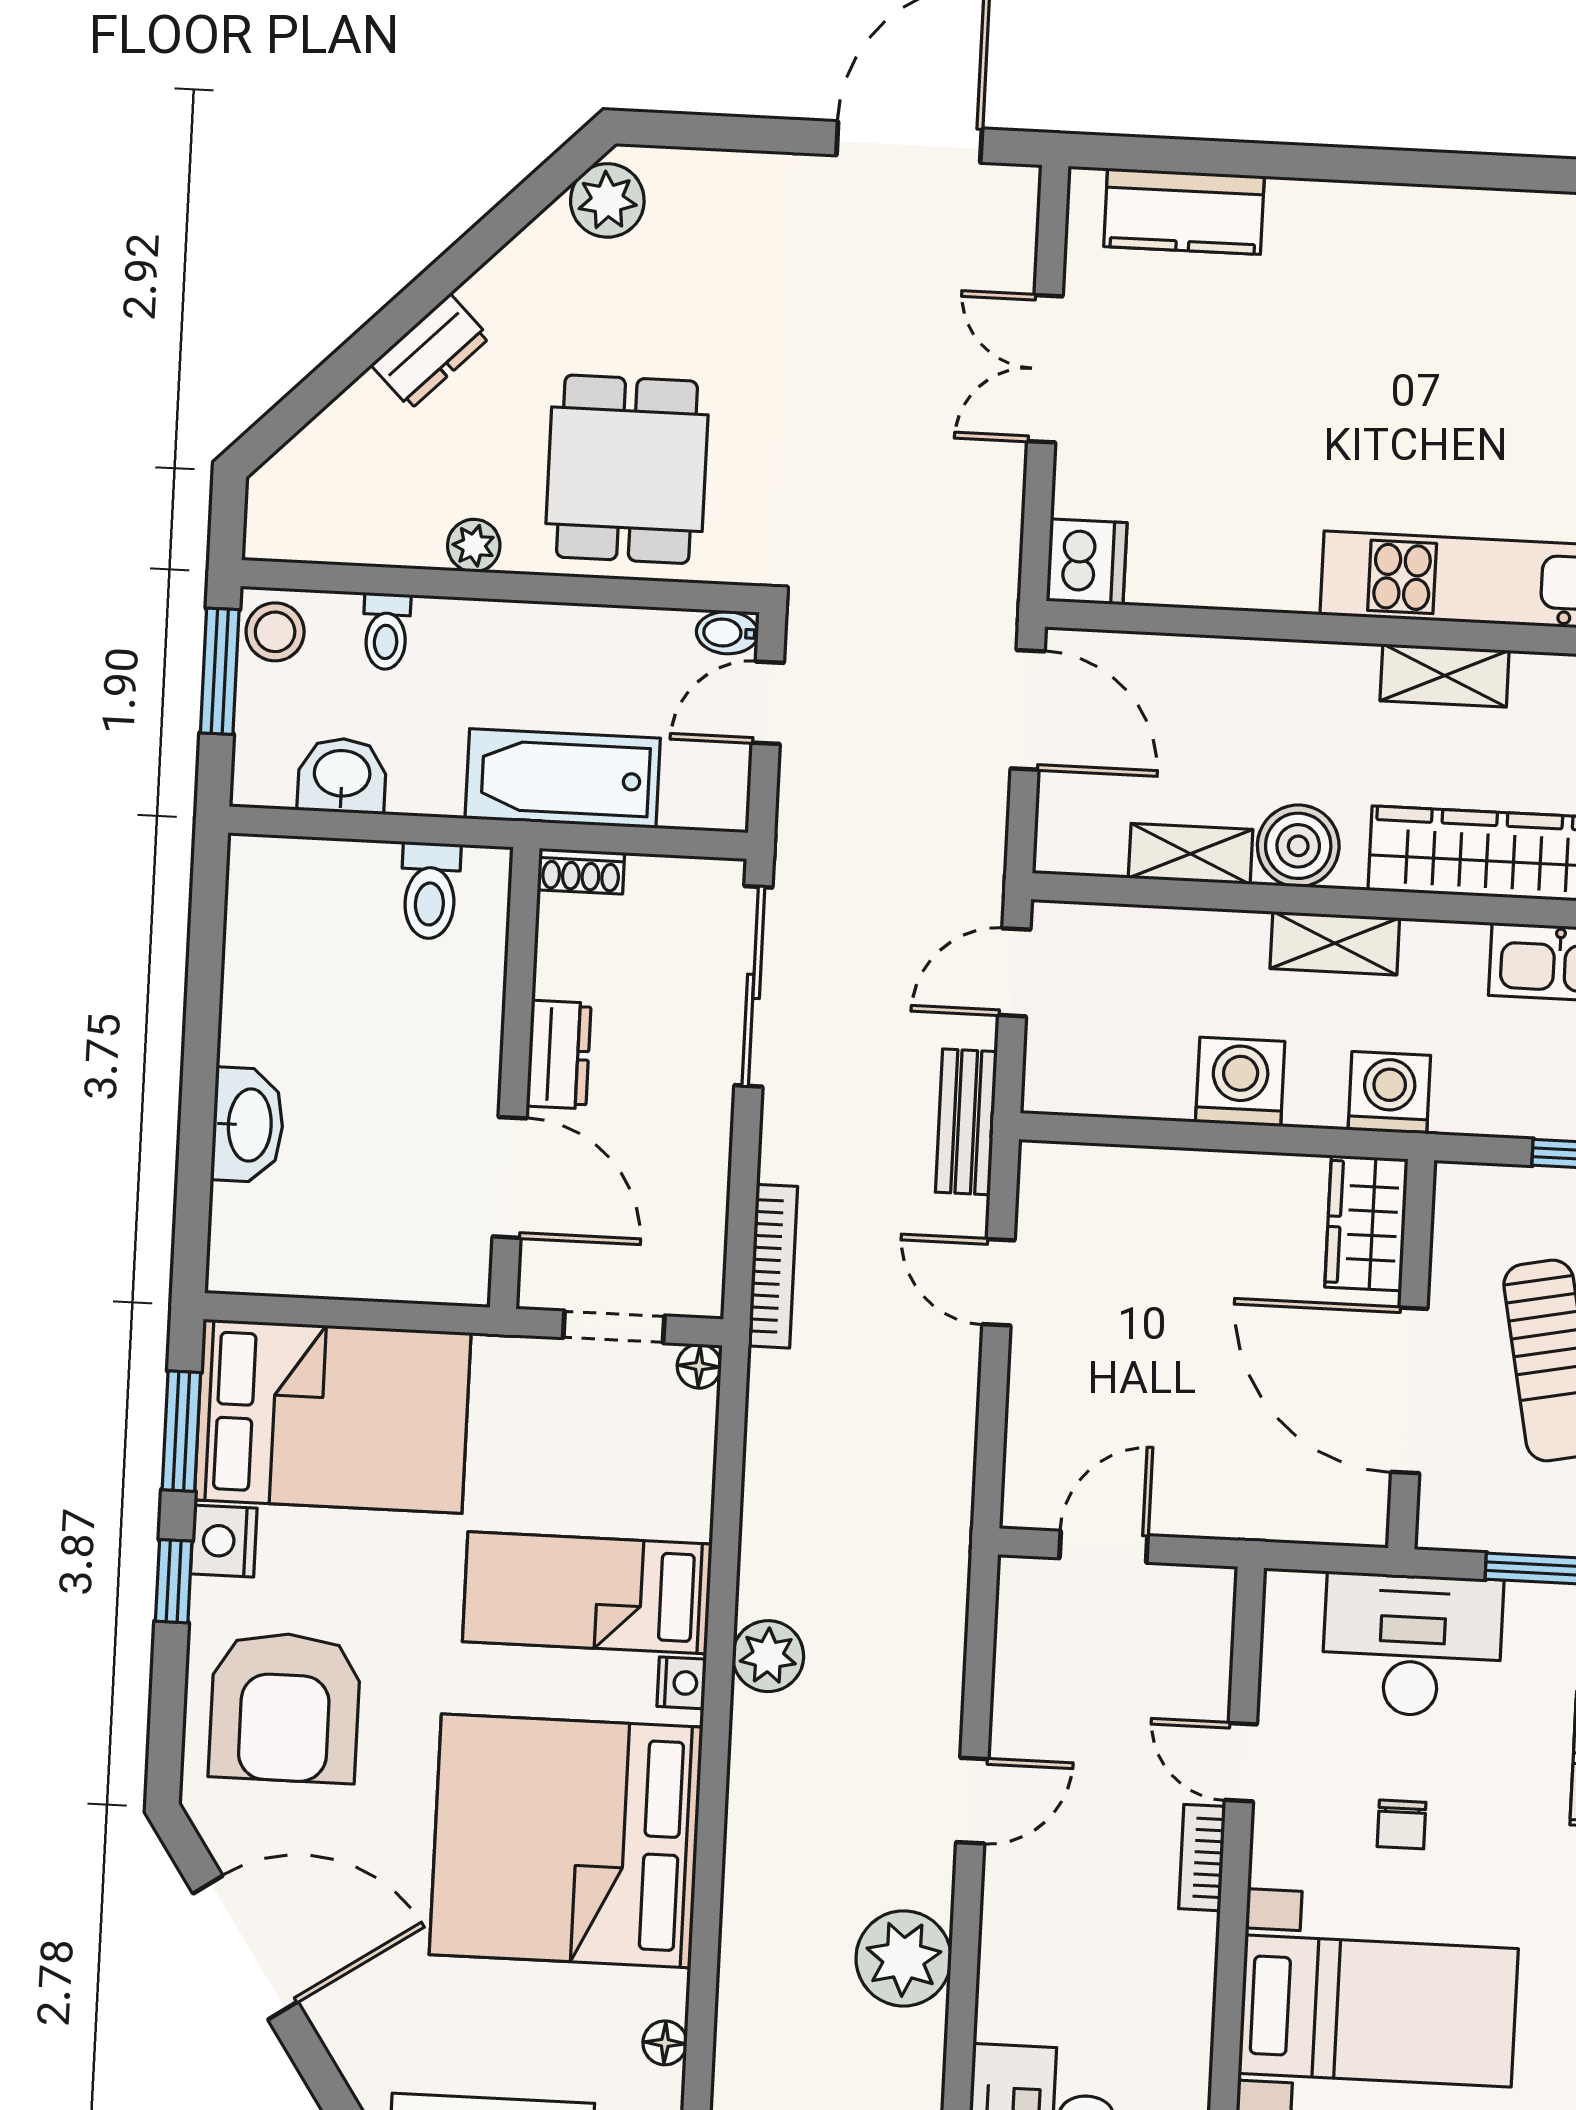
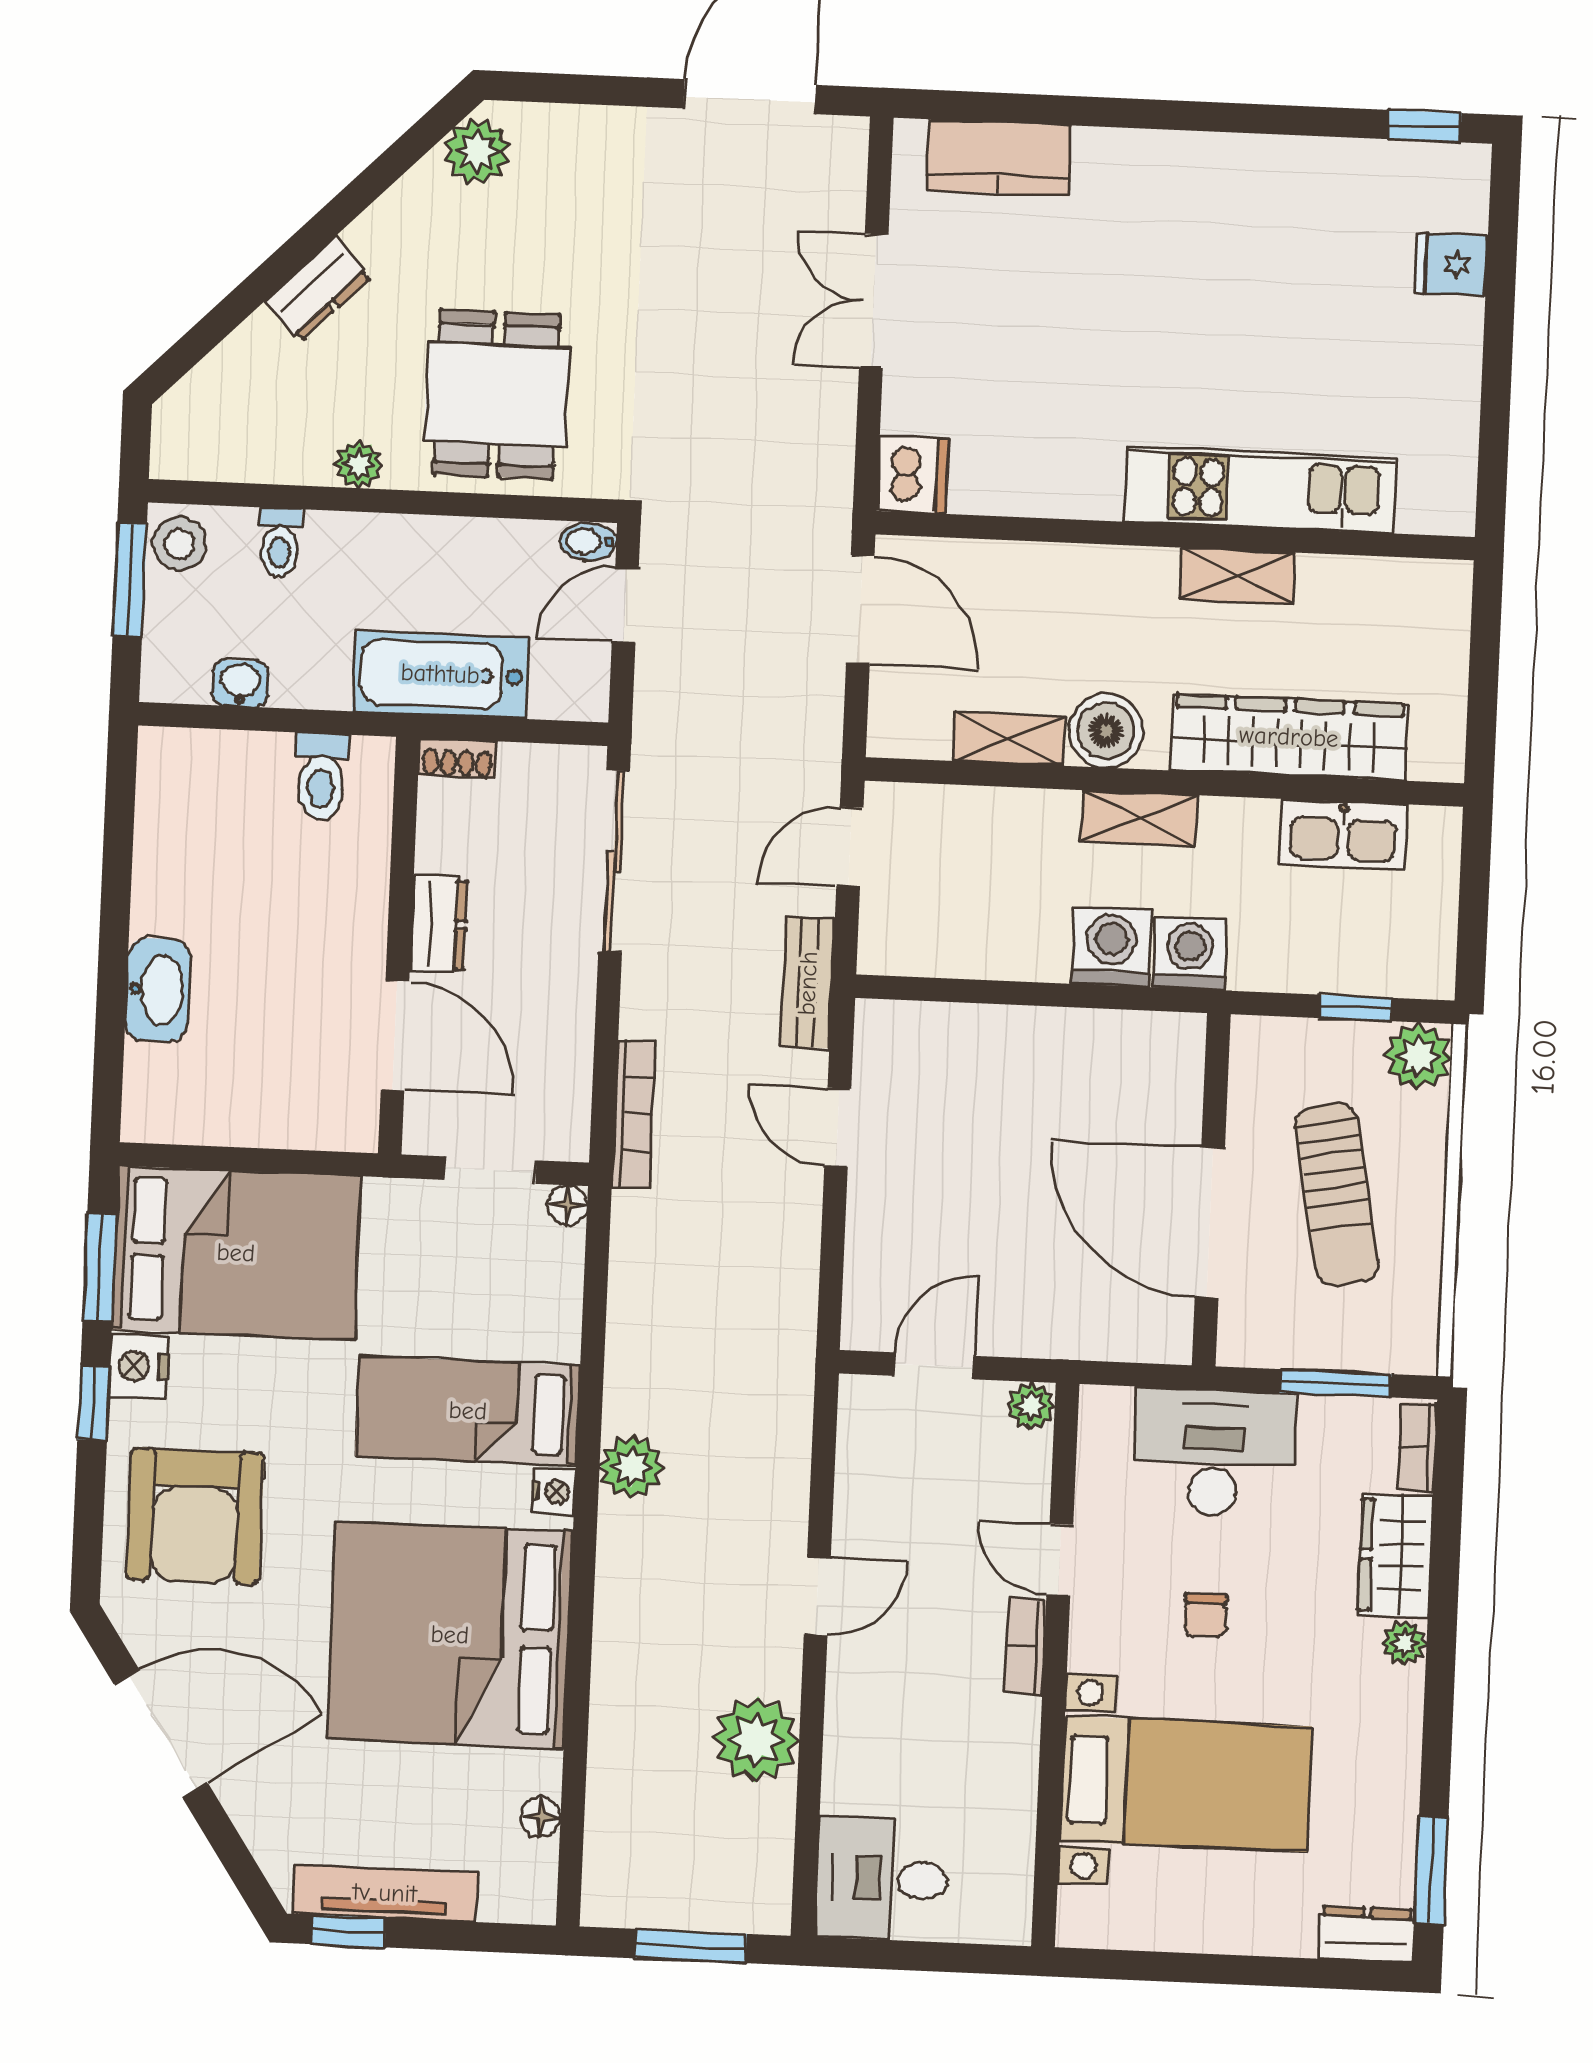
washbasin: (342, 775) -> (240, 683), width x0.72, depth x0.69
washing machine: (1240, 1082) -> (1111, 947), moved
wardrobe: (1366, 1223) -> (1170, 1071), removed
plant: (1210, 1592) -> (1031, 1406), added

